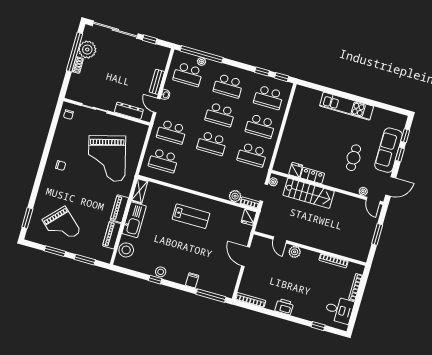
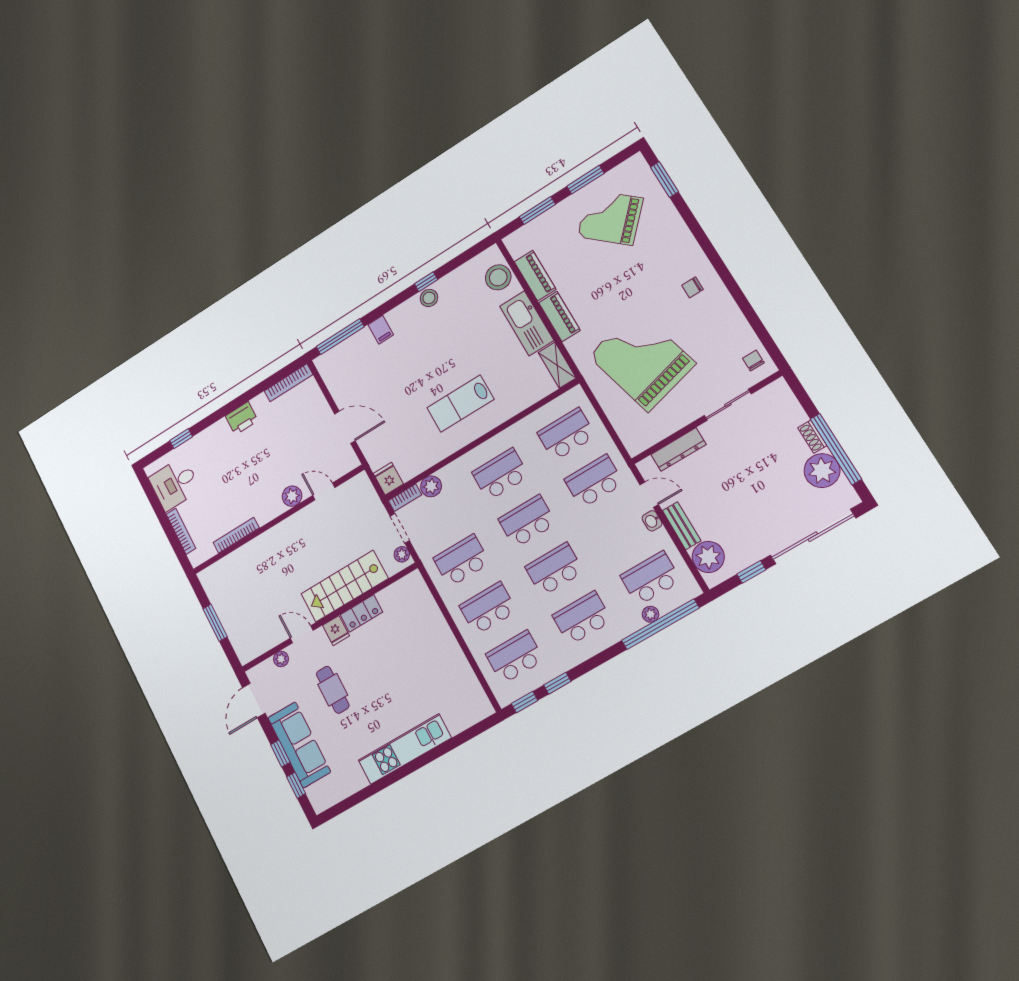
plant: (159, 61) -> (708, 557), added
fridge: (296, 170) -> (336, 631), moved
school desk: (204, 172) -> (500, 474), added
door: (373, 200) -> (302, 634), moved

